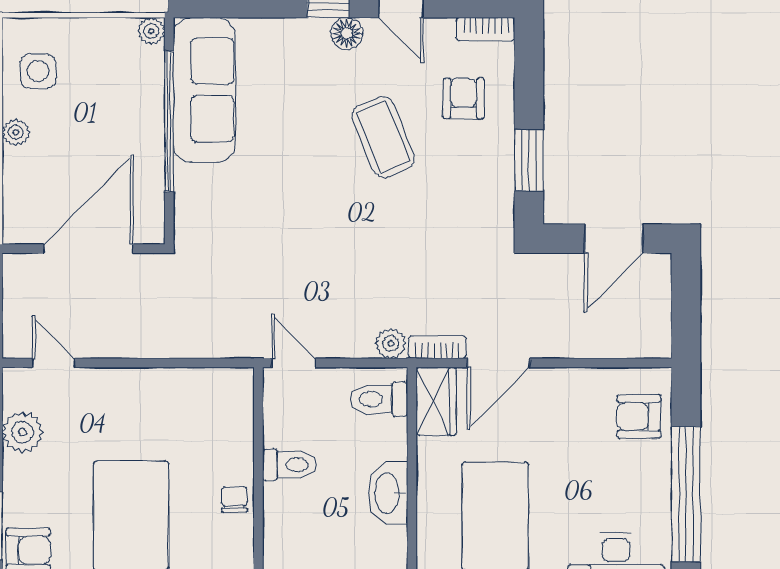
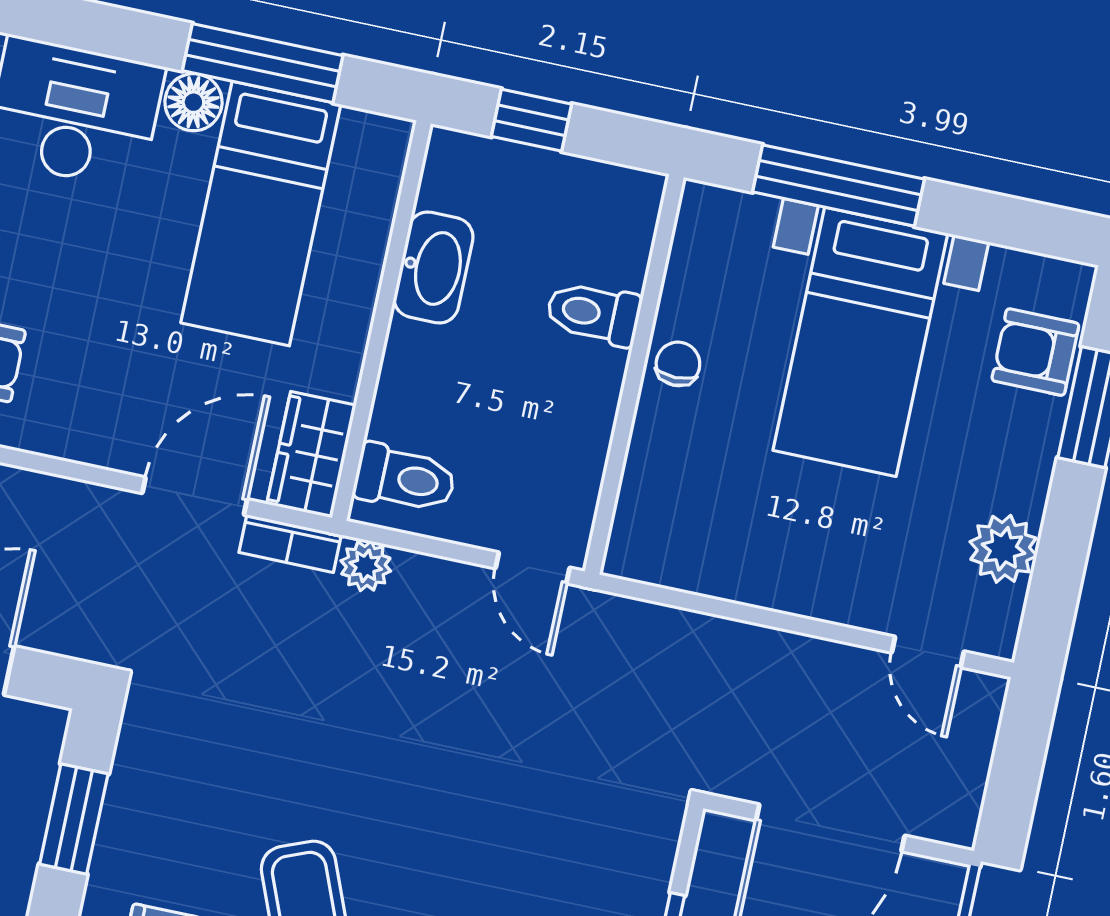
toilet: (289, 465) -> (594, 313), moved
washbasin: (388, 493) -> (433, 268), moved
chair: (234, 499) -> (678, 364), turned 180

